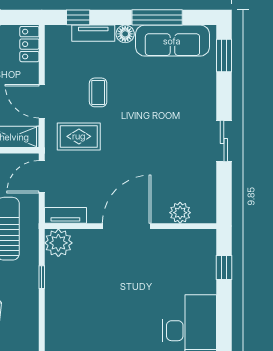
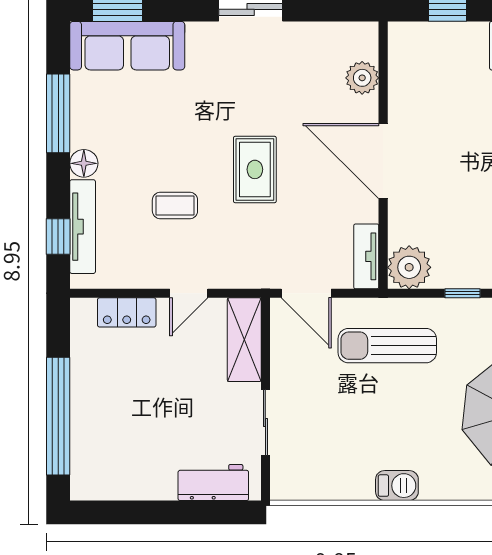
tv unit: (93, 33) -> (83, 227), width x1.41
sofa: (172, 41) -> (127, 46), moved, turned 90
locker: (29, 44) -> (127, 312), moved
door: (42, 101) -> (189, 293), width x0.73
rug: (79, 136) -> (255, 169), moved

